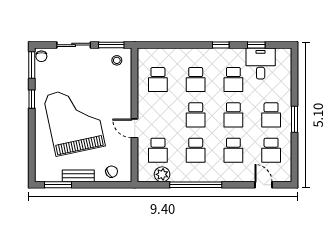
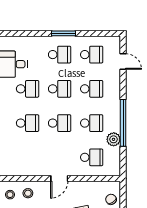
stool: (118, 80) -> (28, 193), added
school desk: (158, 80) -> (28, 157), removed
door: (135, 128) -> (59, 179), moved
plant: (162, 174) -> (114, 139), moved
door: (264, 185) -> (123, 61), swing flipped

